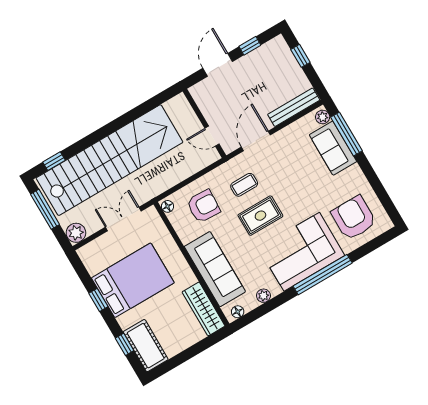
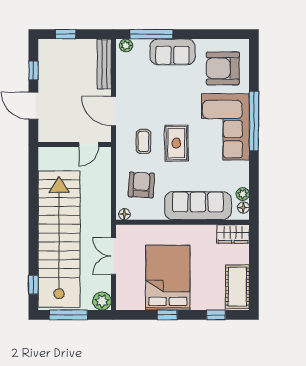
sofa: (333, 148) -> (172, 52), moved
plant: (263, 296) -> (243, 194), moved
wardrobe: (204, 309) -> (233, 234), width x0.67
cot: (146, 346) -> (237, 287), moved, turned 90

